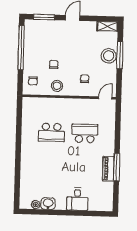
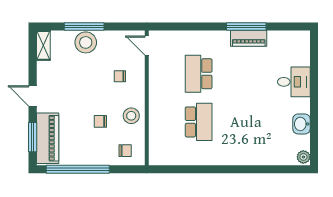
piano: (43, 27) -> (48, 138), added
plant: (36, 205) -> (303, 157), moved

